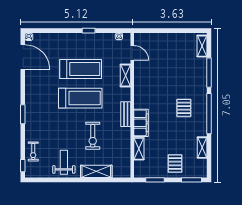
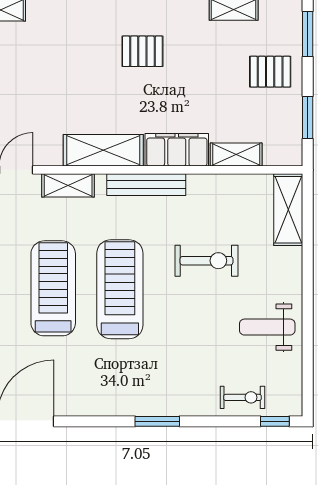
shelving: (141, 91) -> (103, 150), added
bench: (126, 114) -> (146, 185), width x1.36
shelving: (96, 171) -> (288, 210), moved

